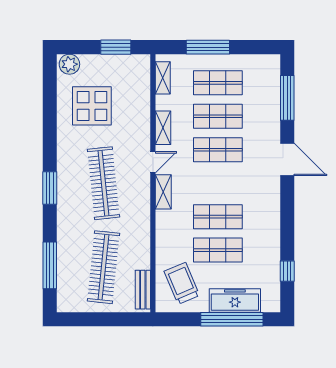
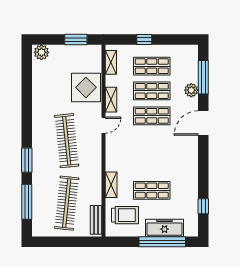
window: (208, 47) -> (144, 40), width x0.46
display table: (92, 106) -> (86, 87), moved
plant: (271, 115) -> (191, 90), added
door: (287, 159) -> (203, 123), swing flipped
window: (50, 188) -> (27, 160), moved
shelving: (163, 192) -> (111, 185), moved
shop shelf: (218, 217) -> (152, 166), removed
trolley: (182, 283) -> (125, 215), turned 113

